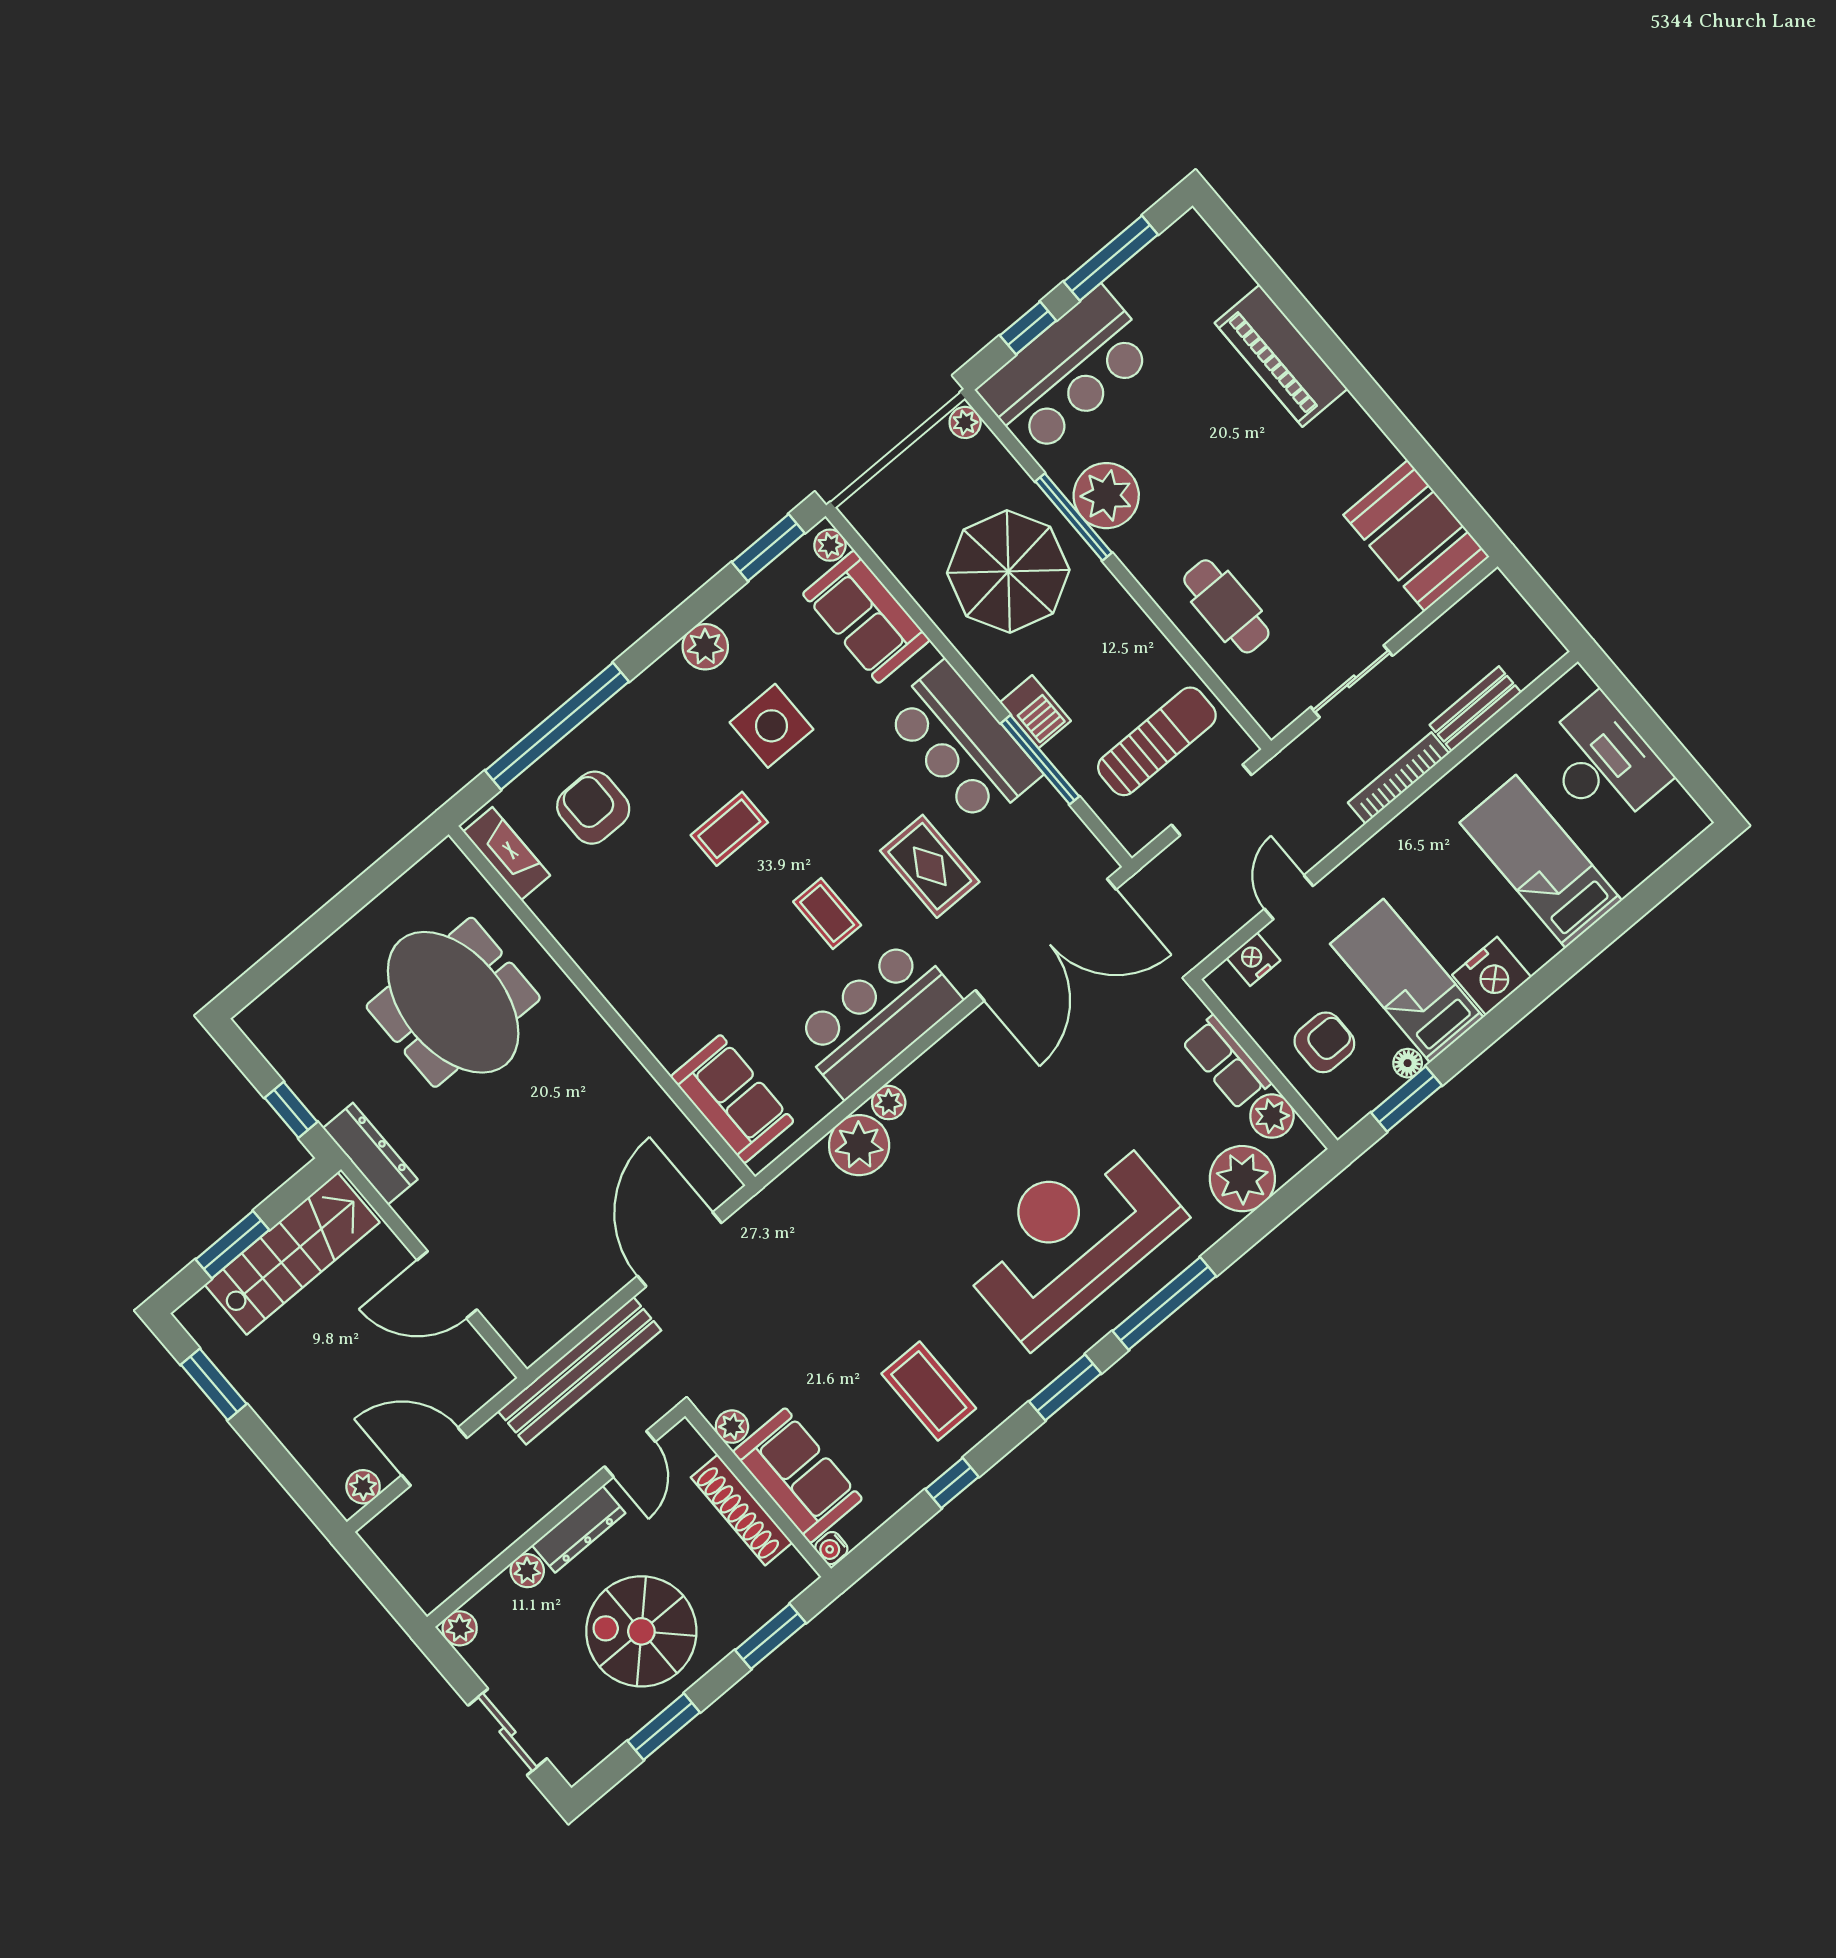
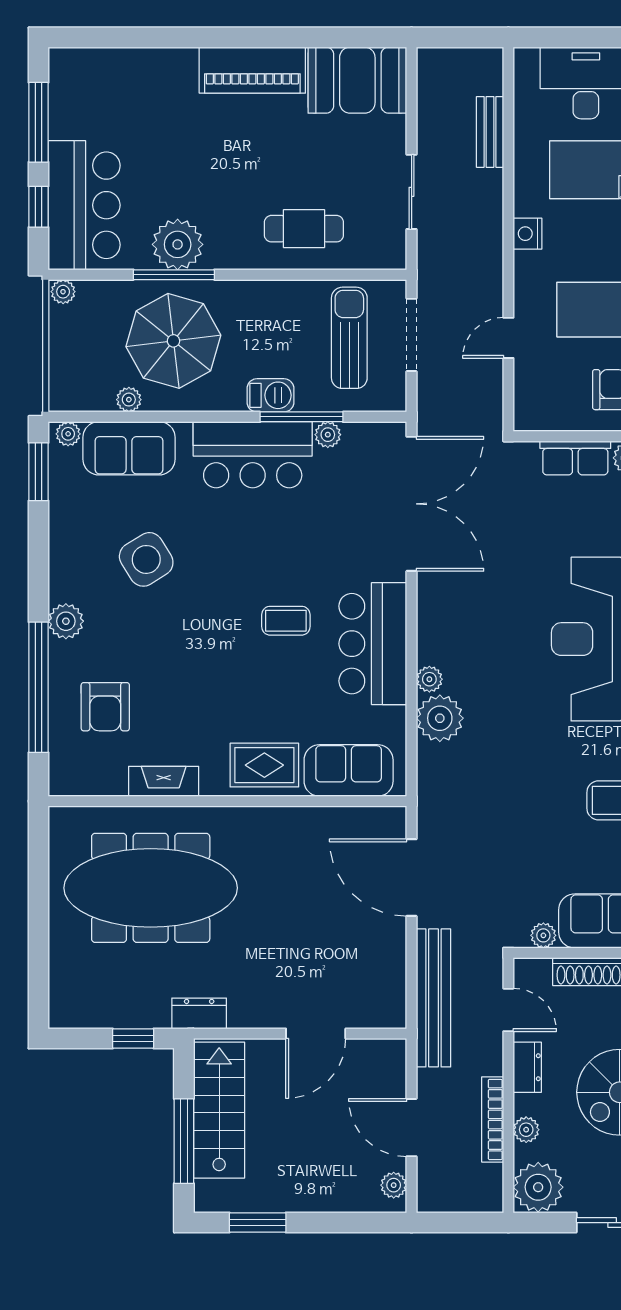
piano: (1281, 356) -> (252, 70), moved
plant: (914, 576) -> (129, 400), added
plant: (705, 647) -> (66, 621), moved
side table: (772, 726) -> (146, 559), turned -32
bookcase: (1399, 778) -> (493, 1119), moved
plant: (1044, 800) -> (328, 435), added
armchair: (593, 808) -> (105, 707), turned -90
coffee table: (729, 829) -> (186, 636), removed
fireplace: (507, 854) -> (164, 781), moved
rug: (930, 866) -> (264, 765), moved
door: (1289, 897) -> (508, 338), hinge flipped
nightstand: (1253, 959) -> (528, 234), moved
meeting table: (453, 1002) -> (151, 888), width x1.36
dresser: (370, 1154) -> (199, 1013), width x0.70
window: (232, 1245) -> (184, 1141), width x1.44
door: (434, 1457) -> (412, 1128), hinge flipped
dresser: (579, 1529) -> (527, 1067), width x0.70
plant: (460, 1628) -> (538, 1187), width x1.87, depth x1.87

